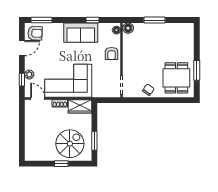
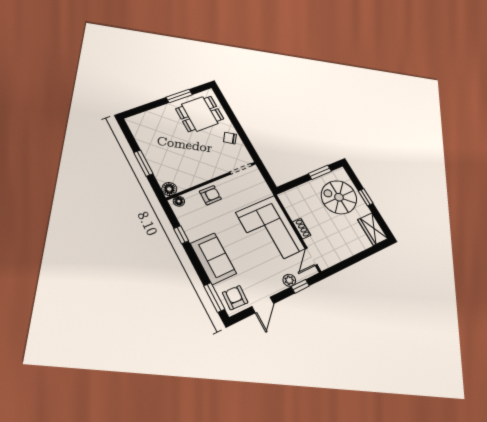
sofa: (81, 33) -> (213, 258), moved
door: (22, 48) -> (263, 305), swing flipped
wardrobe: (80, 106) -> (373, 229), moved, turned 180

